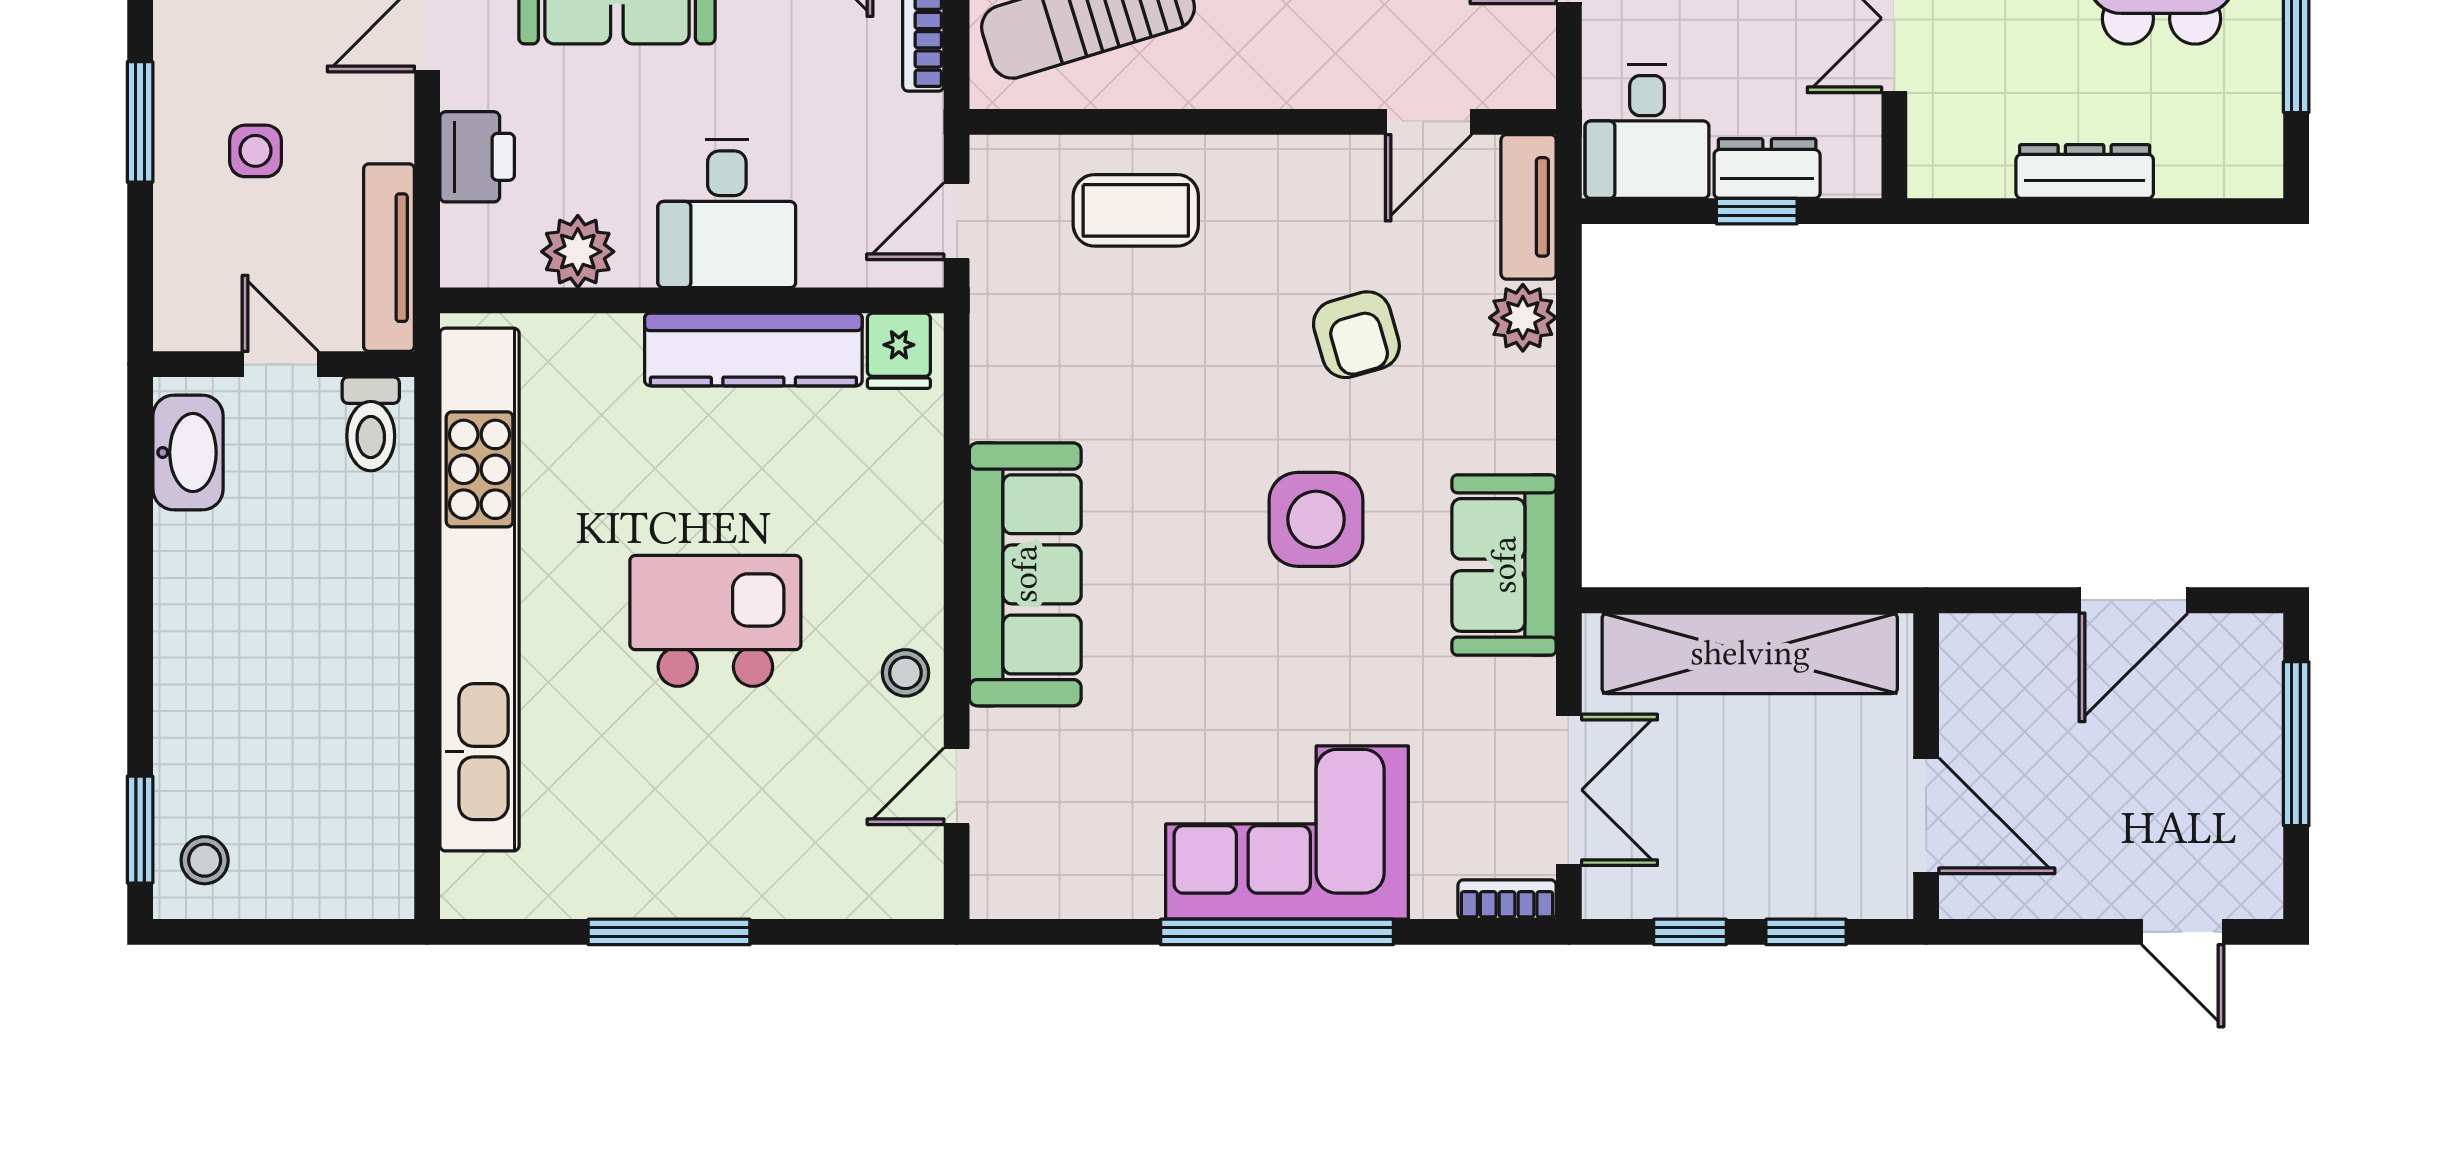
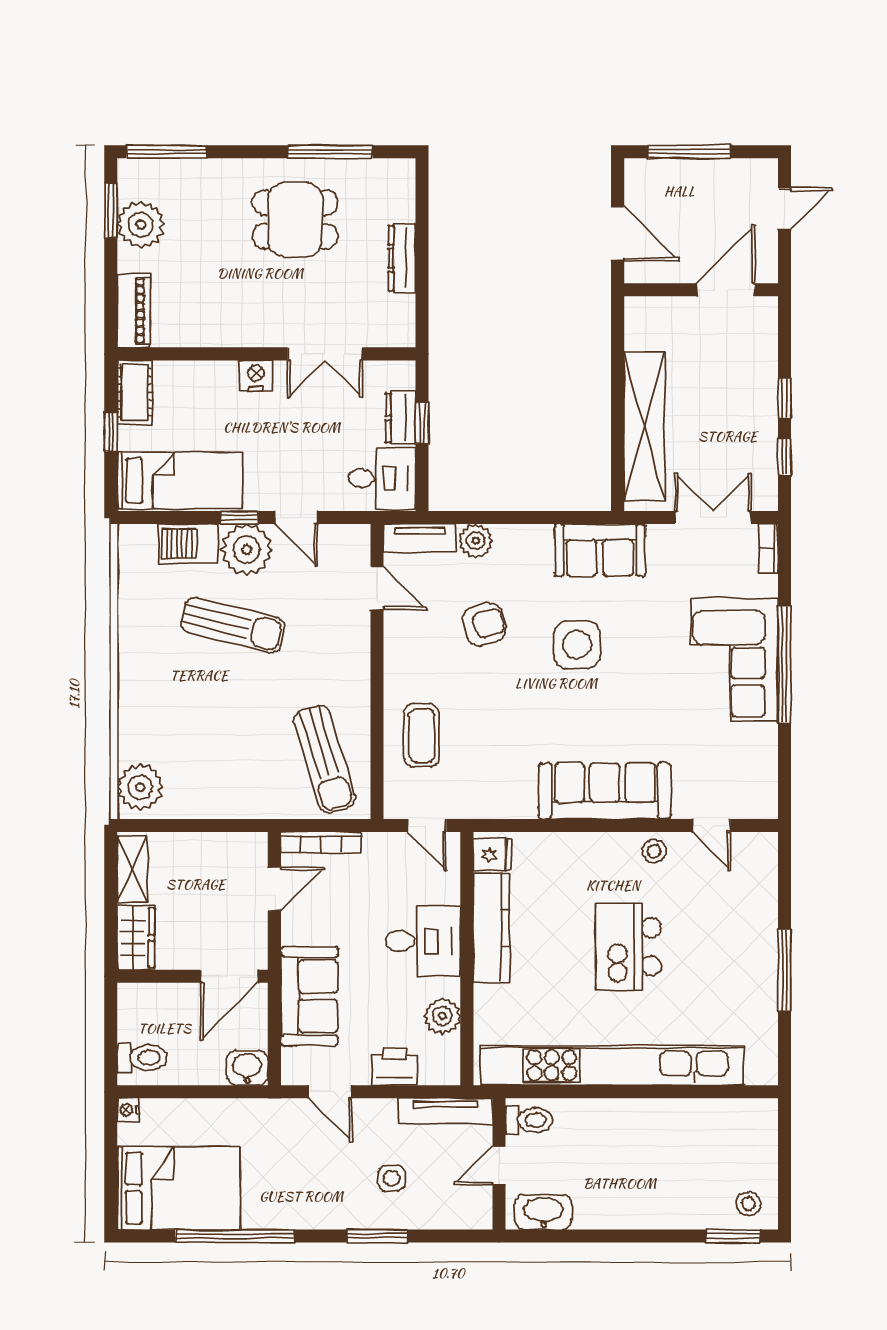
wall: (1926, 766) -> (701, 290), moved
door: (1926, 816) -> (726, 290), moved

